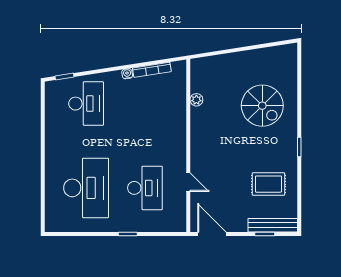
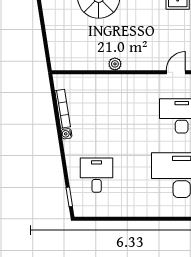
plant: (196, 100) -> (115, 64), moved
desk: (86, 104) -> (97, 175), width x0.73

